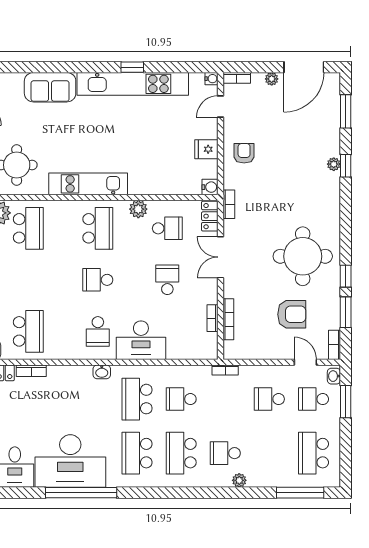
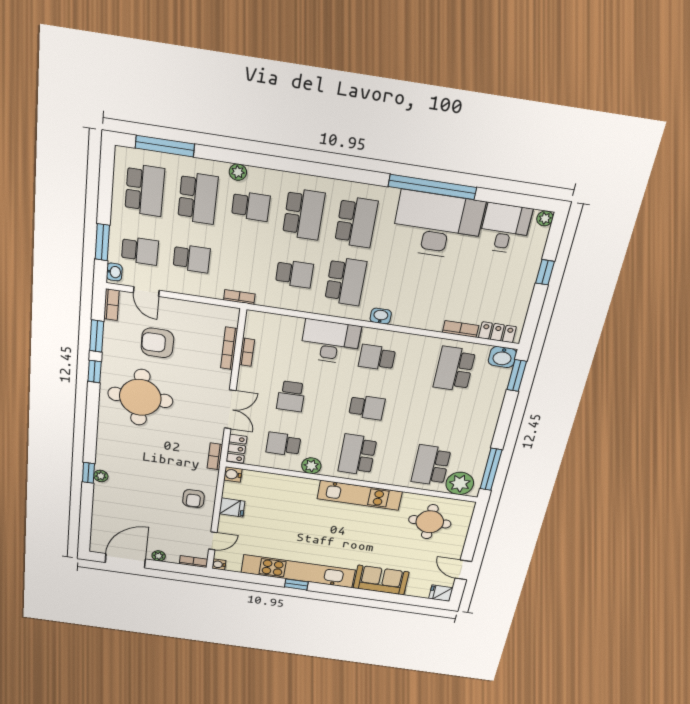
window: (346, 111) -> (86, 519), removed
school desk: (98, 331) -> (377, 358), turned -90
school desk: (269, 453) -> (198, 198), added

